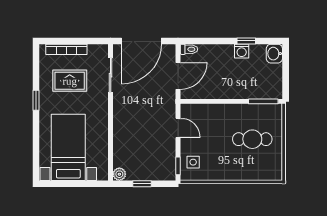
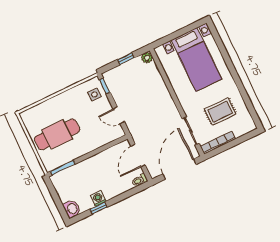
bookcase: (66, 49) -> (218, 143), moved
window: (36, 100) -> (239, 84), removed
cafe table: (252, 139) -> (57, 134), width x1.37, depth x1.35

